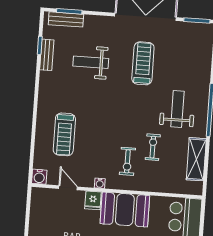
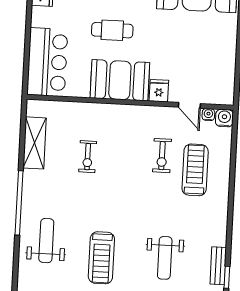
weight bench: (91, 62) -> (165, 258), turned 90
weight bench: (177, 109) -> (46, 241), moved, turned 180
exercise bike: (127, 161) -> (162, 156), moved, turned 180
water cooler: (100, 183) -> (208, 115), moved

